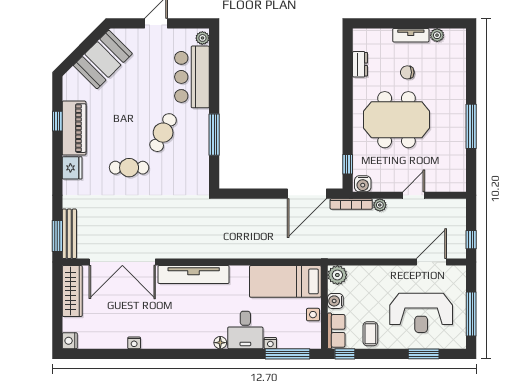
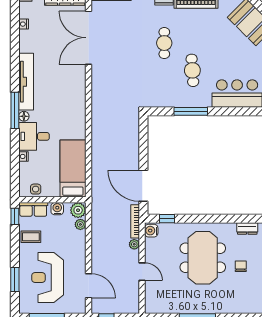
cafe table: (163, 133) -> (192, 70), turned 59
plant: (355, 272) -> (80, 224), added
tv unit: (194, 274) -> (26, 82), moved, turned 180
side table: (313, 315) -> (36, 189), moved
nightstand: (134, 343) -> (24, 24), moved
window: (287, 354) -> (15, 110), moved

